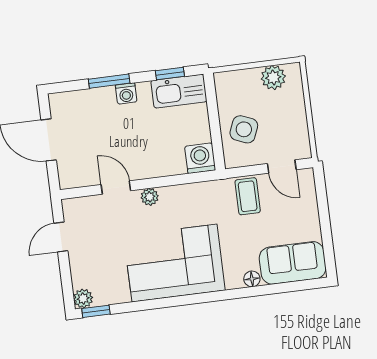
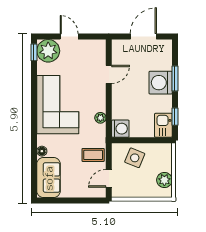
kitchen sink: (179, 91) -> (163, 125), width x0.73
washing machine: (126, 93) -> (161, 83), width x1.89, depth x1.89
plant: (150, 197) -> (100, 118), moved
door: (61, 237) -> (69, 37), moved
plant: (83, 298) -> (48, 51), width x1.88, depth x1.88

